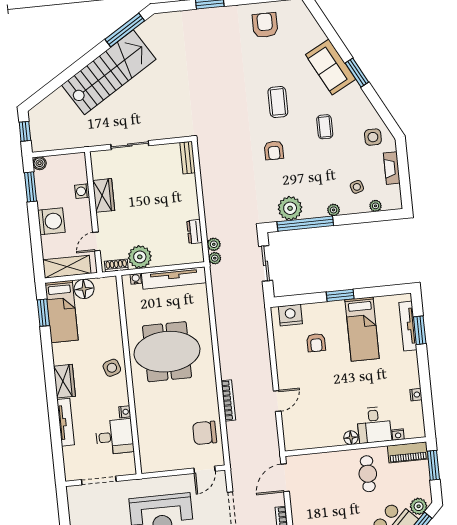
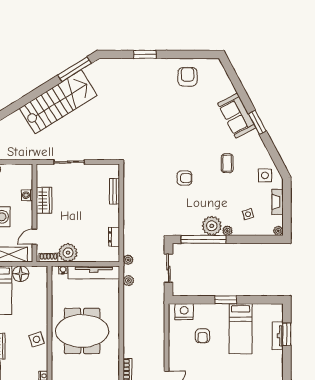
coffee table: (278, 102) -> (192, 140), removed
armchair: (274, 150) -> (184, 178), turned -90
bench: (188, 158) -> (114, 191), moved
plant: (375, 206) -> (278, 231), moved
plant: (290, 208) -> (212, 226), moved
plant: (214, 244) -> (128, 281), moved
tv unit: (408, 326) -> (278, 336), width x0.71

